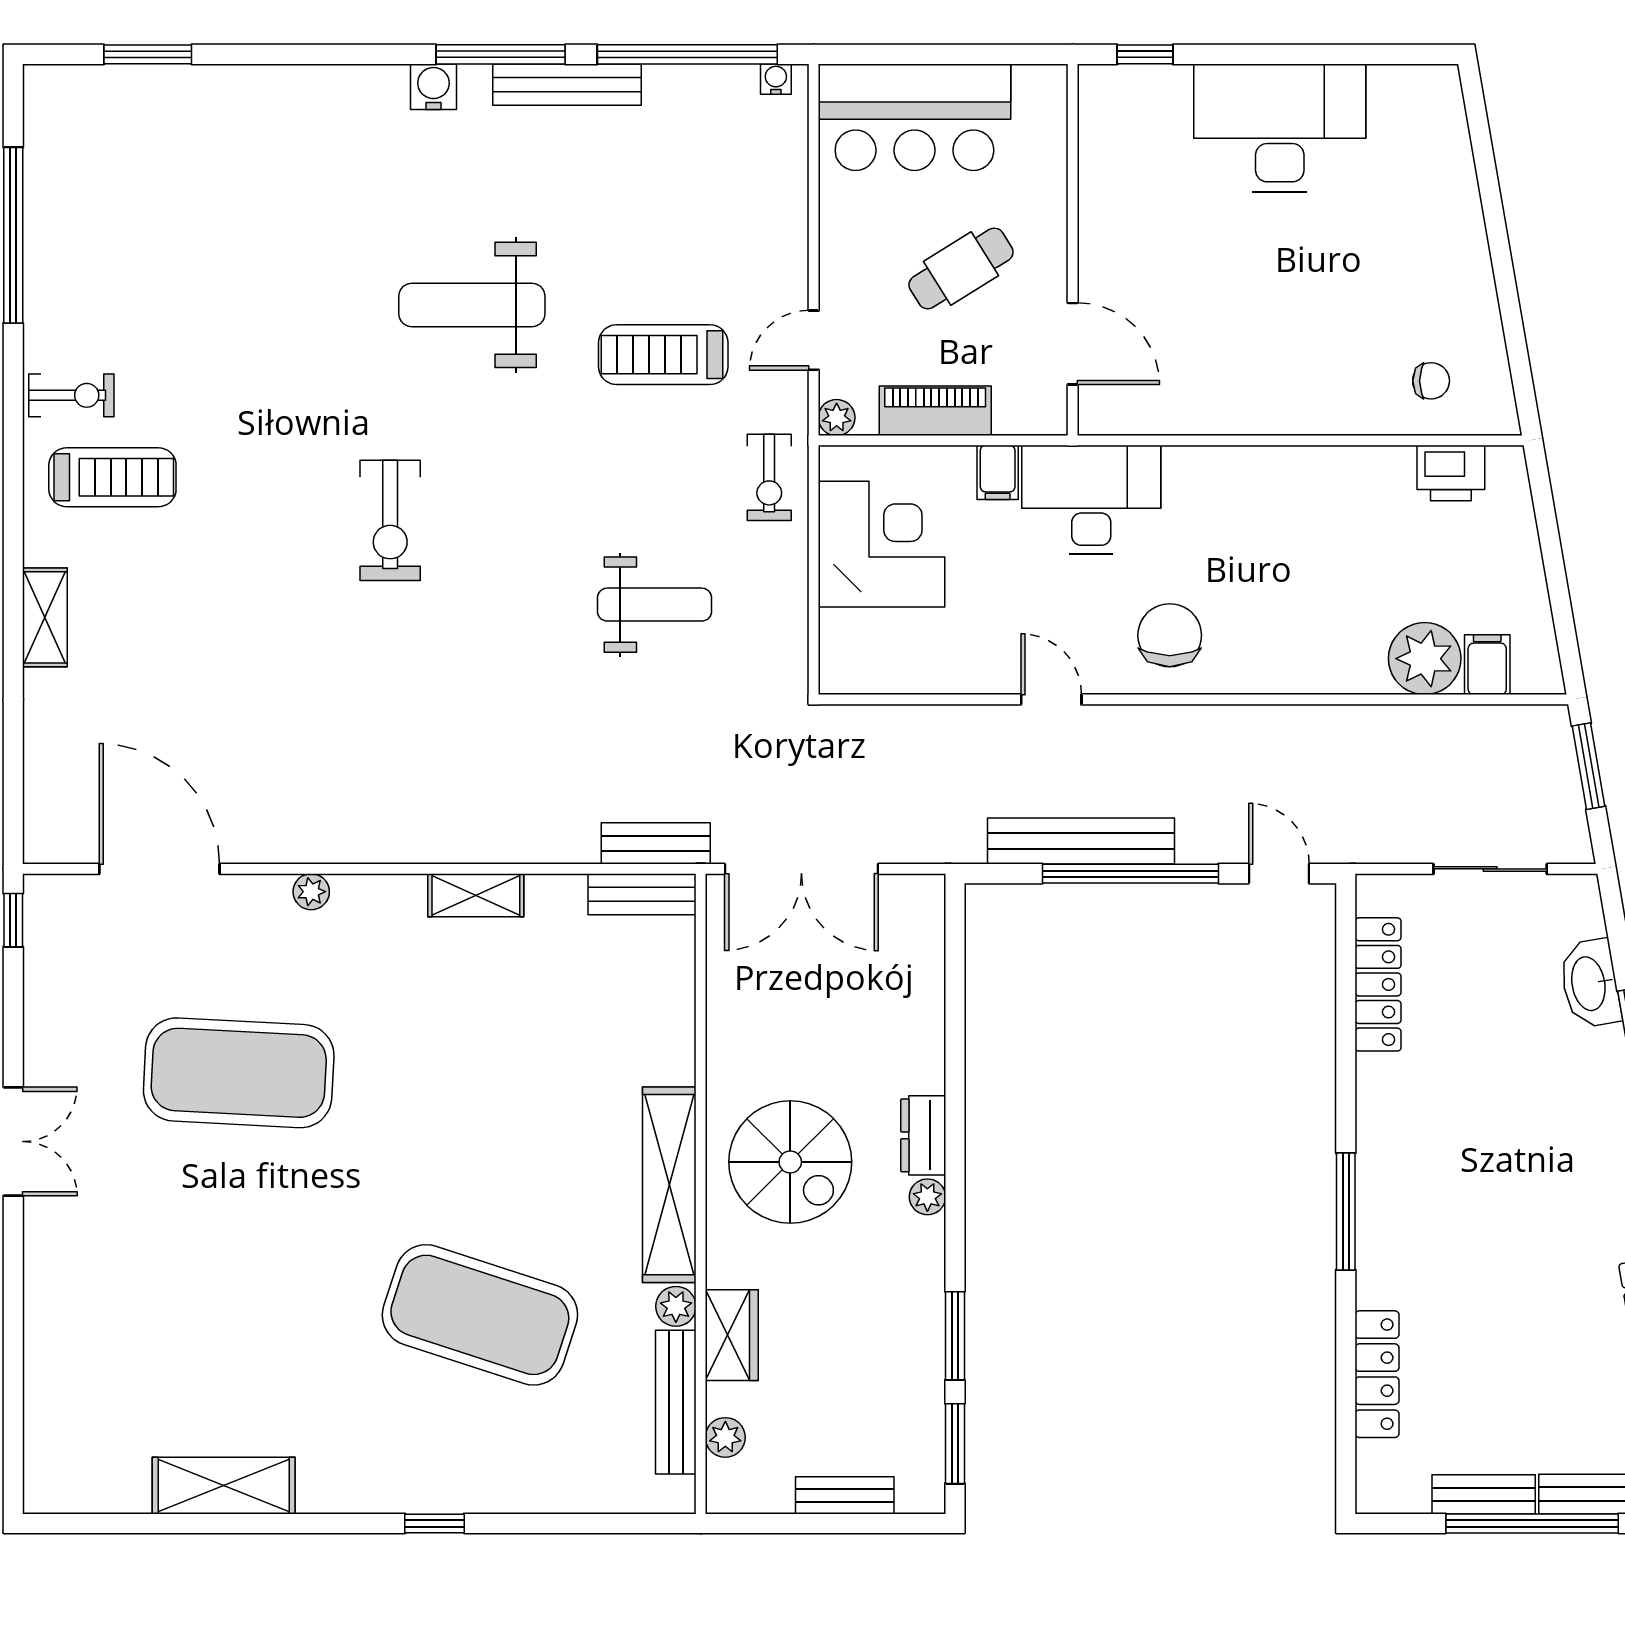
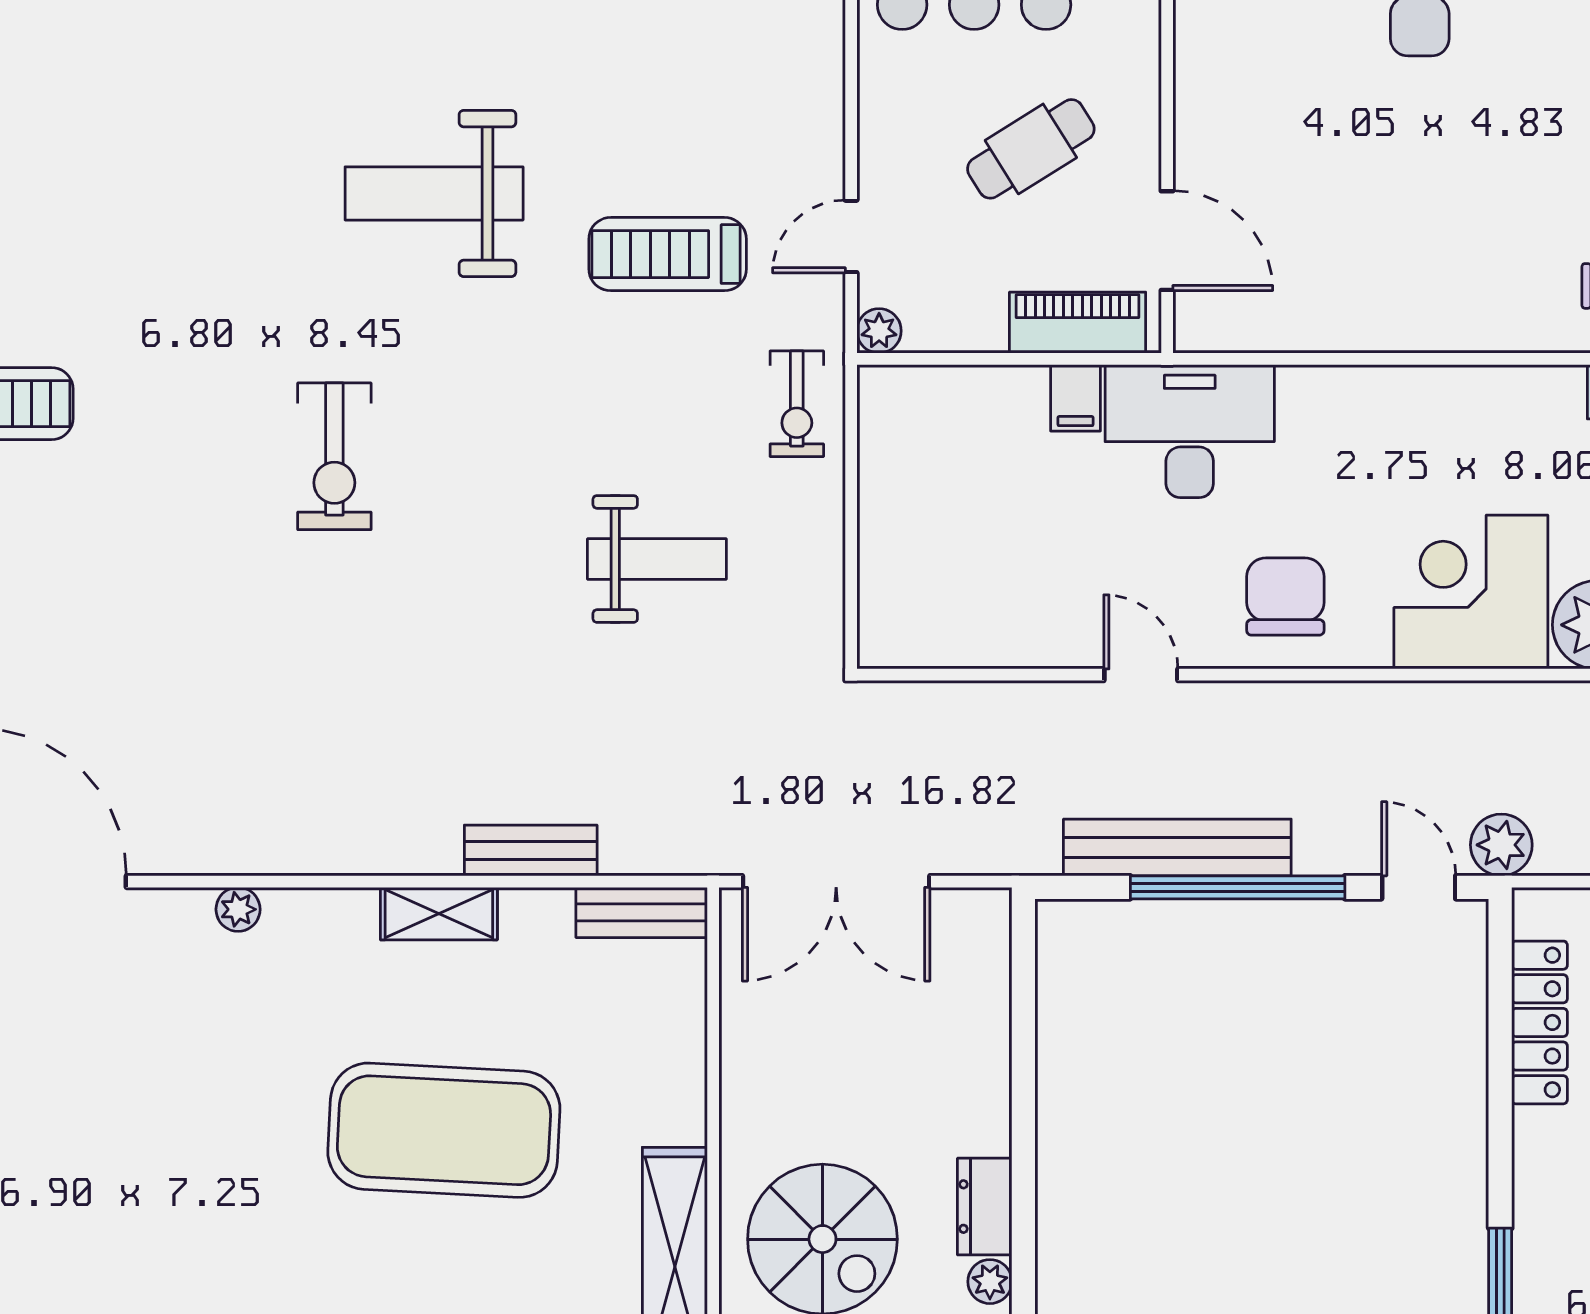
piano: (935, 411) -> (1078, 323), moved
corner desk: (881, 544) -> (1471, 592), moved, turned -90
plant: (1347, 839) -> (1501, 845), added
bench: (656, 843) -> (531, 850), moved
exercise mat: (239, 1073) -> (444, 1130), moved

